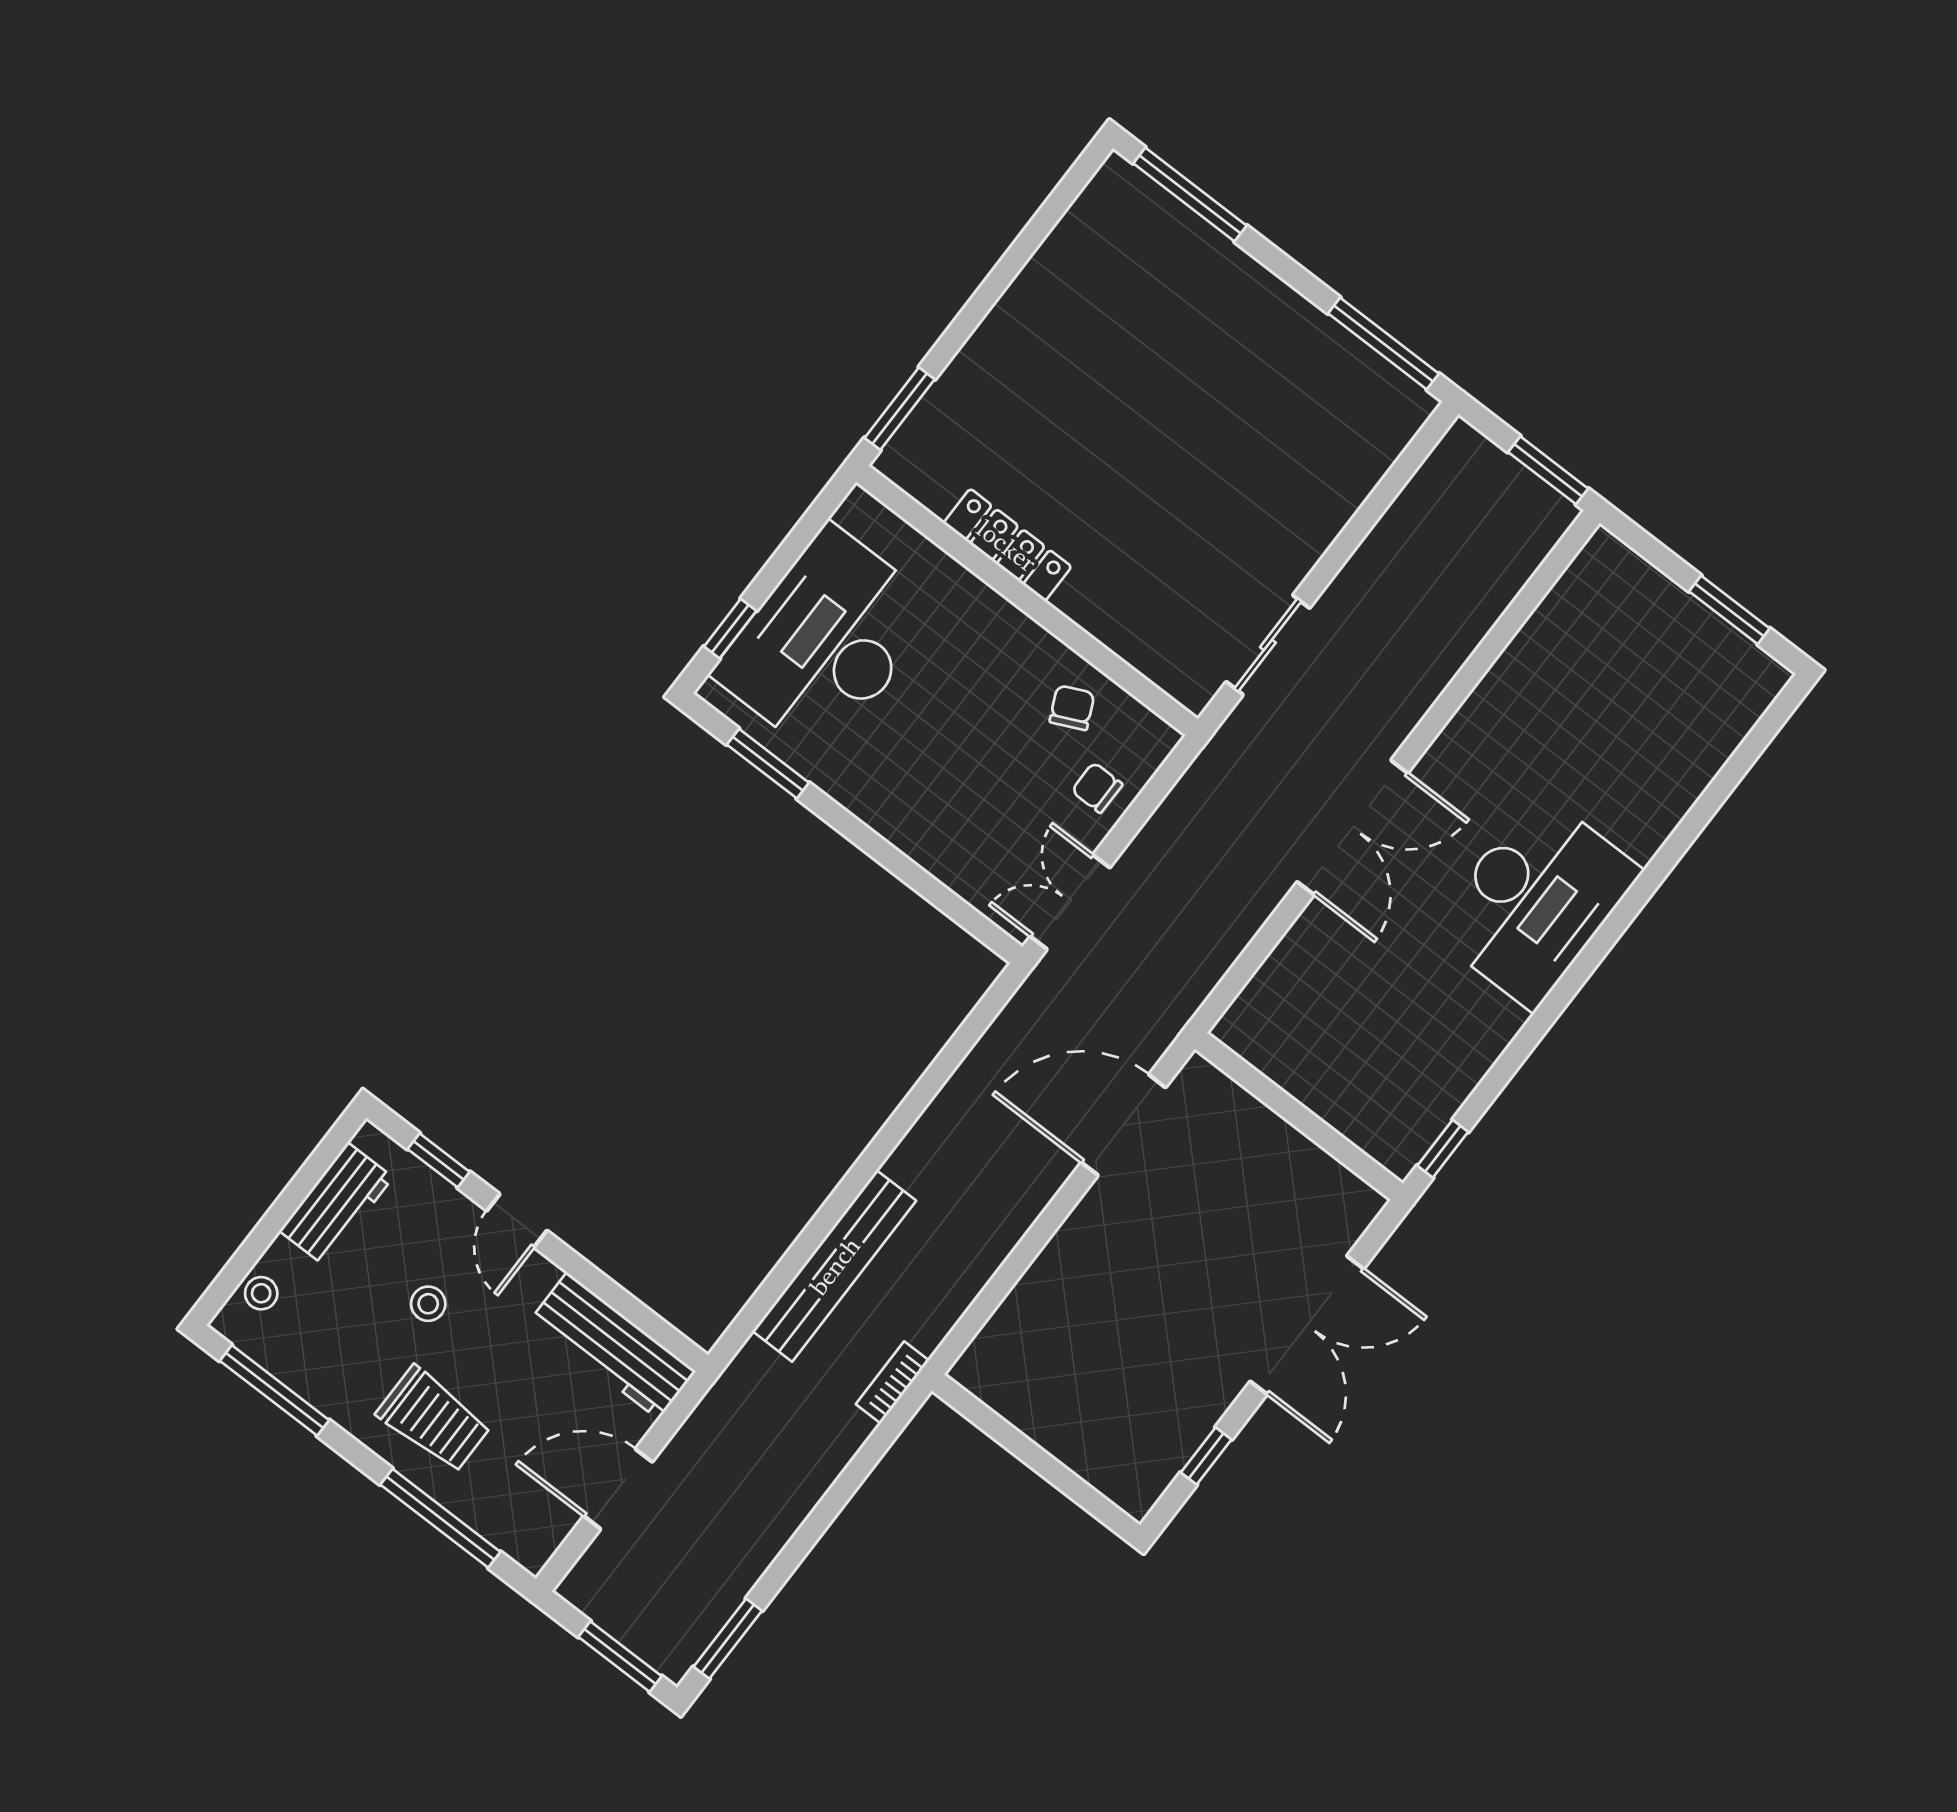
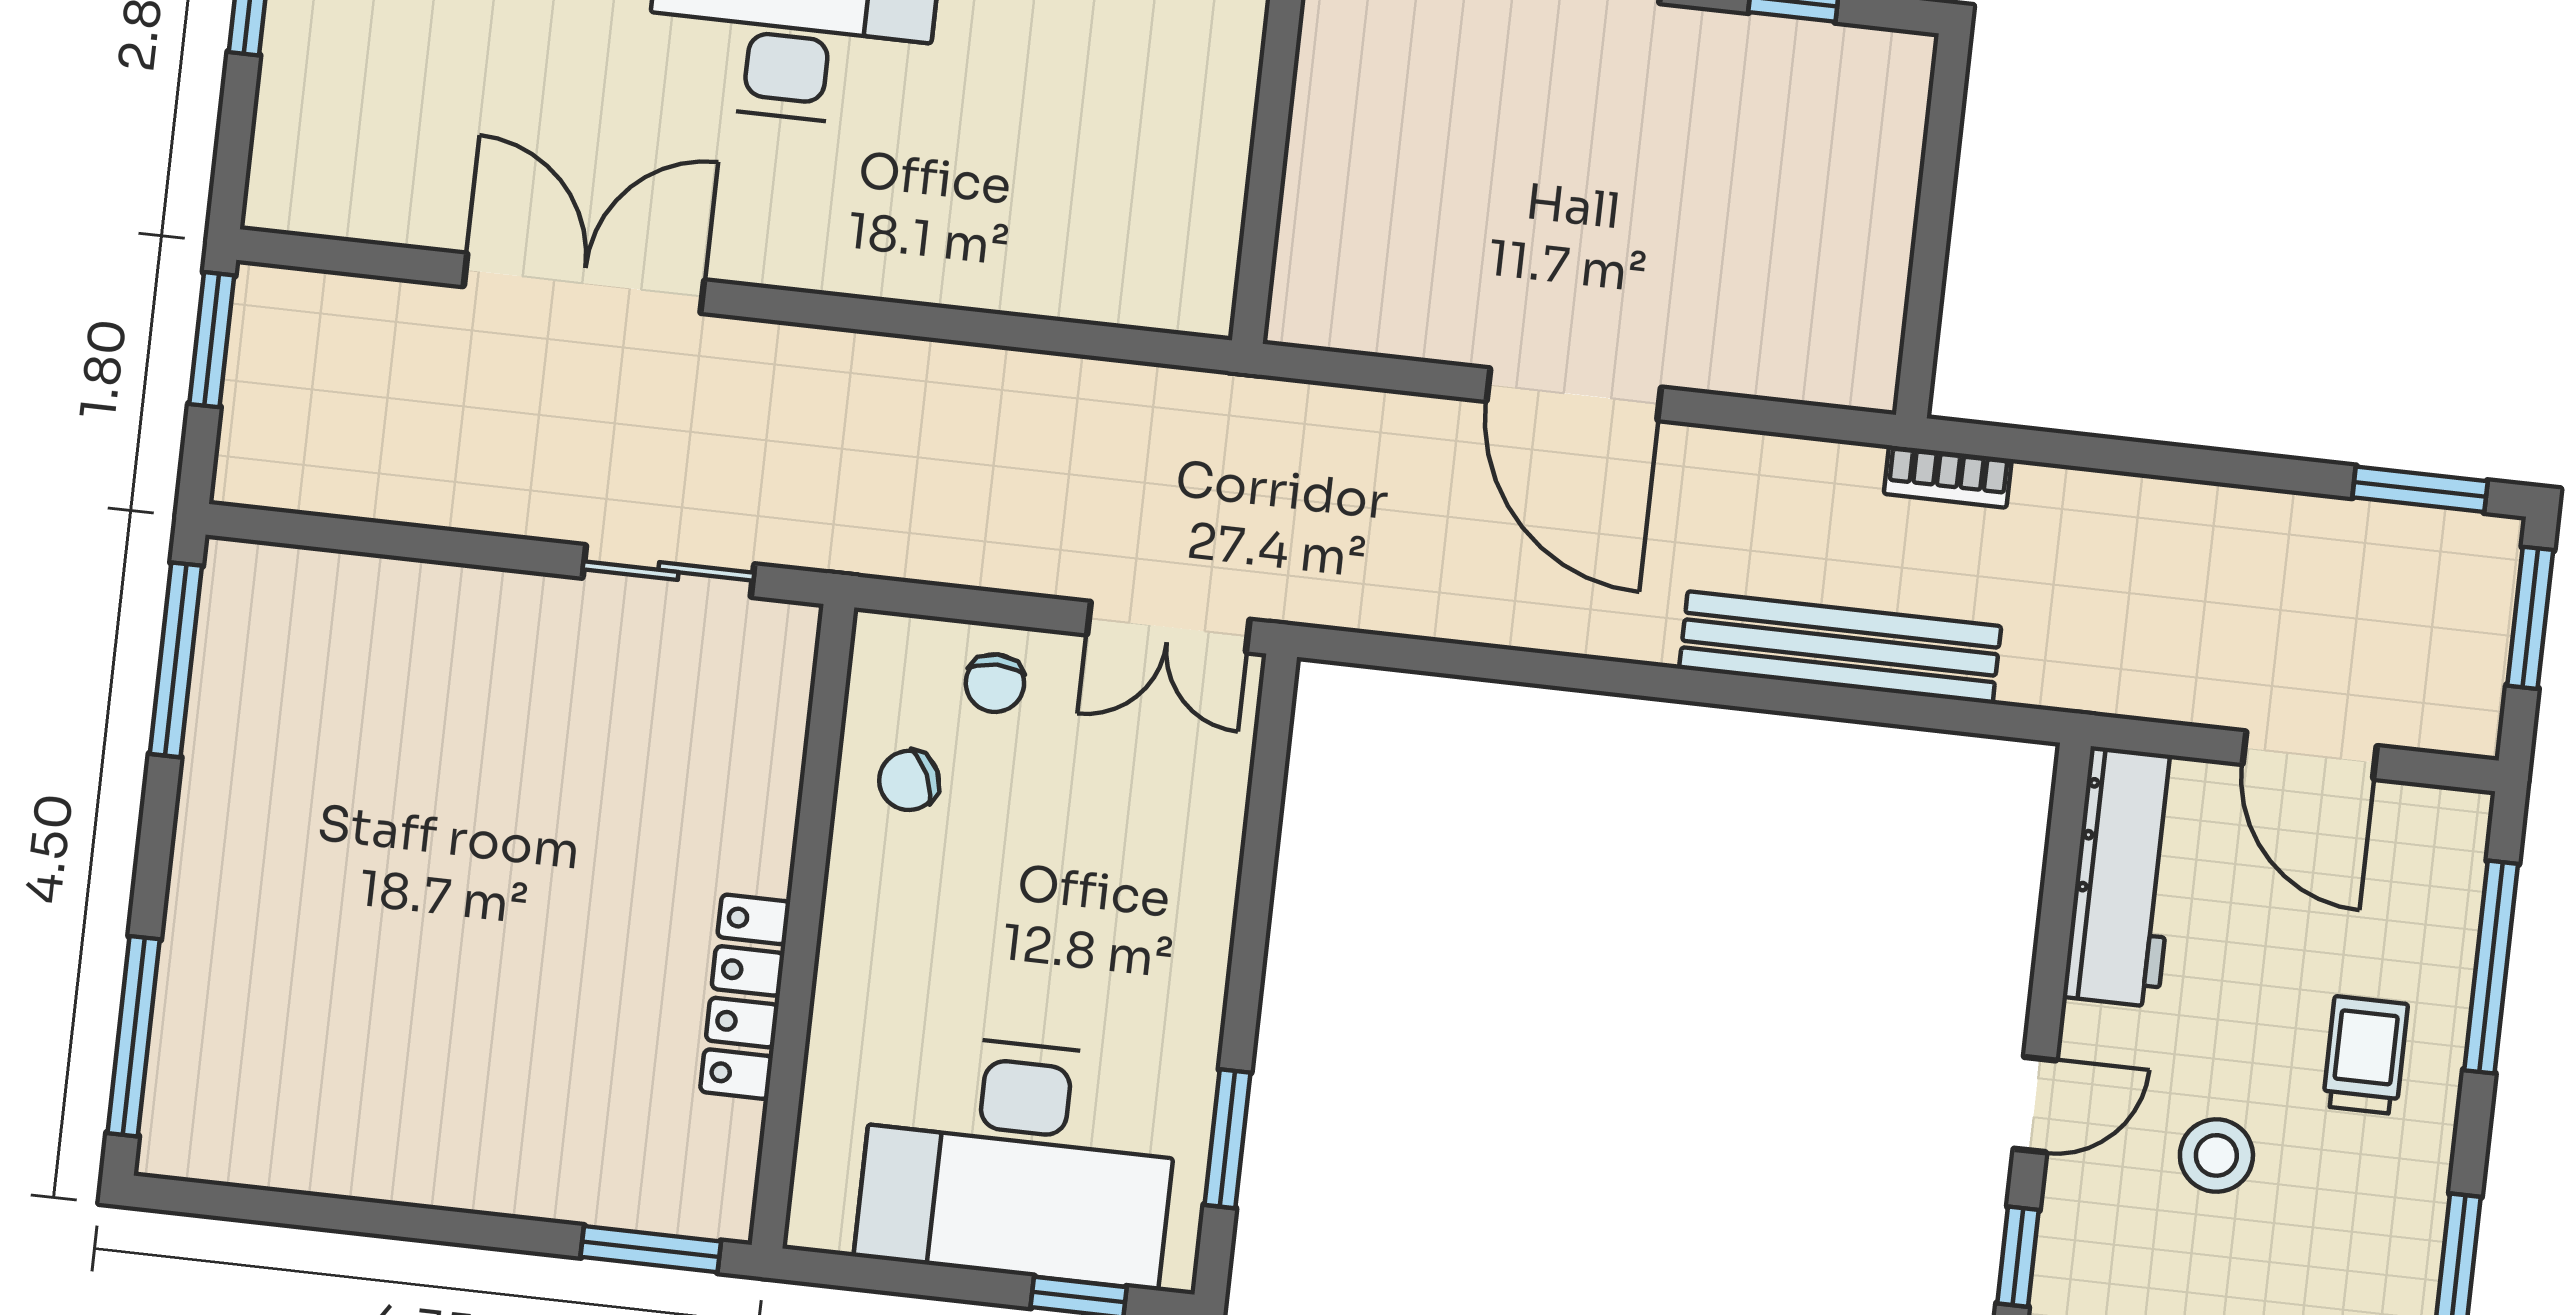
double door: (1352, 827) -> (584, 283), moved
door: (1123, 1125) -> (1574, 394), moved
stool: (428, 1304) -> (2216, 1155), width x1.37, depth x1.37
trolley: (434, 1419) -> (2365, 1055), width x0.73, depth x0.72

